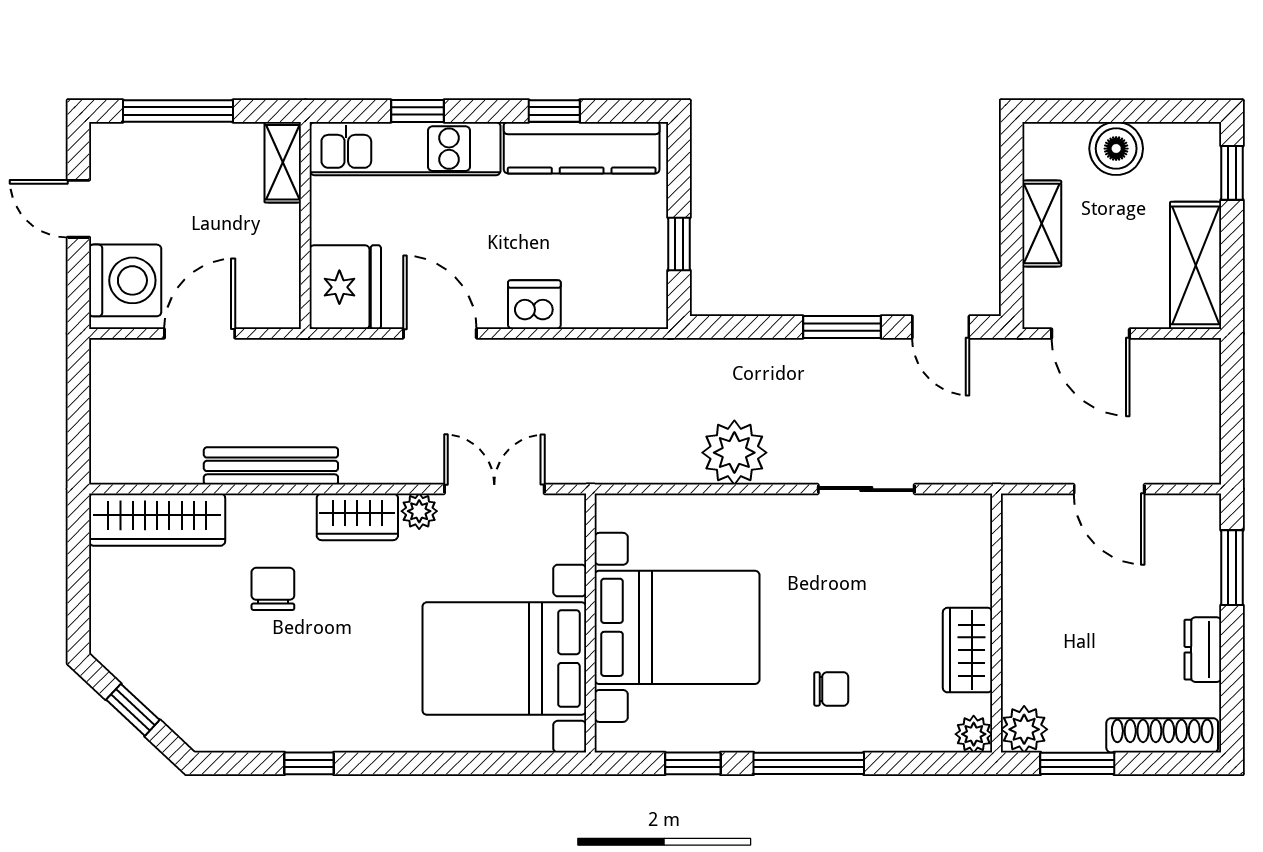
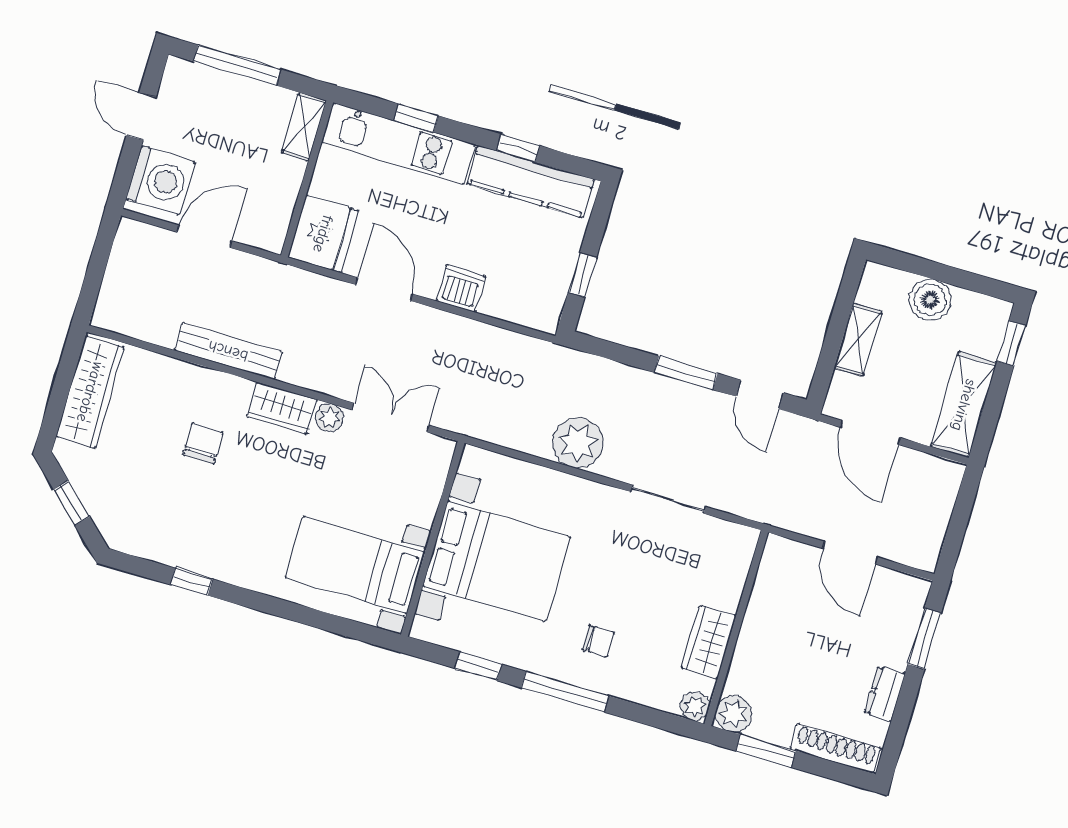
wardrobe: (157, 520) -> (90, 392), moved, turned -90
bed with nightstands: (504, 659) -> (355, 565), width x0.73

